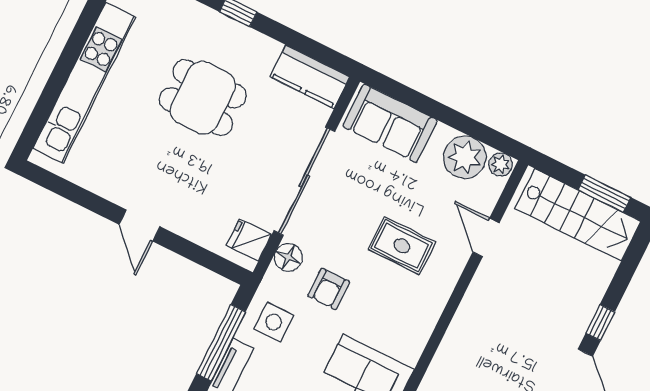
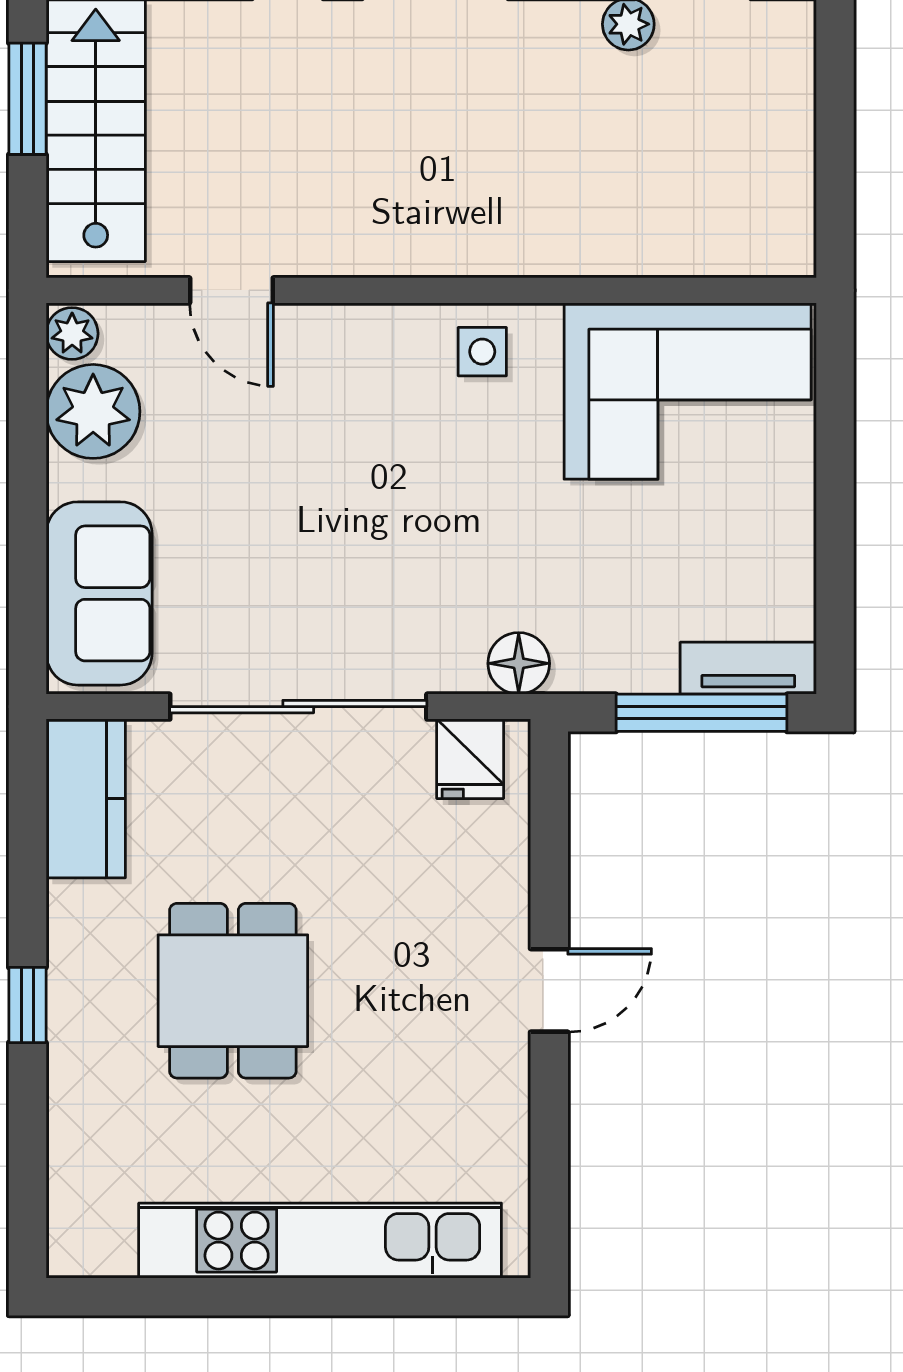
door: (486, 238) -> (231, 290), hinge flipped
rug: (402, 246) -> (331, 450), removed
floor lamp: (288, 257) -> (519, 663), moved
armchair: (329, 289) -> (488, 552), removed
side table: (274, 322) -> (482, 352), moved, width x0.73, depth x0.73

